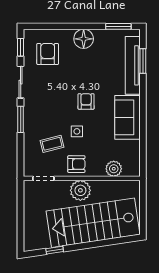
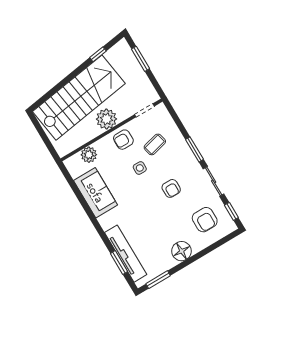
armchair: (86, 101) -> (171, 188), moved
sofa: (127, 117) -> (95, 193), moved
window: (21, 225) -> (140, 59), added

